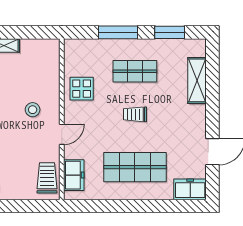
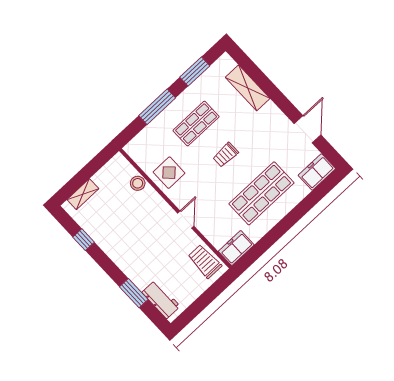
stool: (33, 110) -> (138, 183), moved
freezer: (74, 175) -> (236, 248), moved, turned -90

